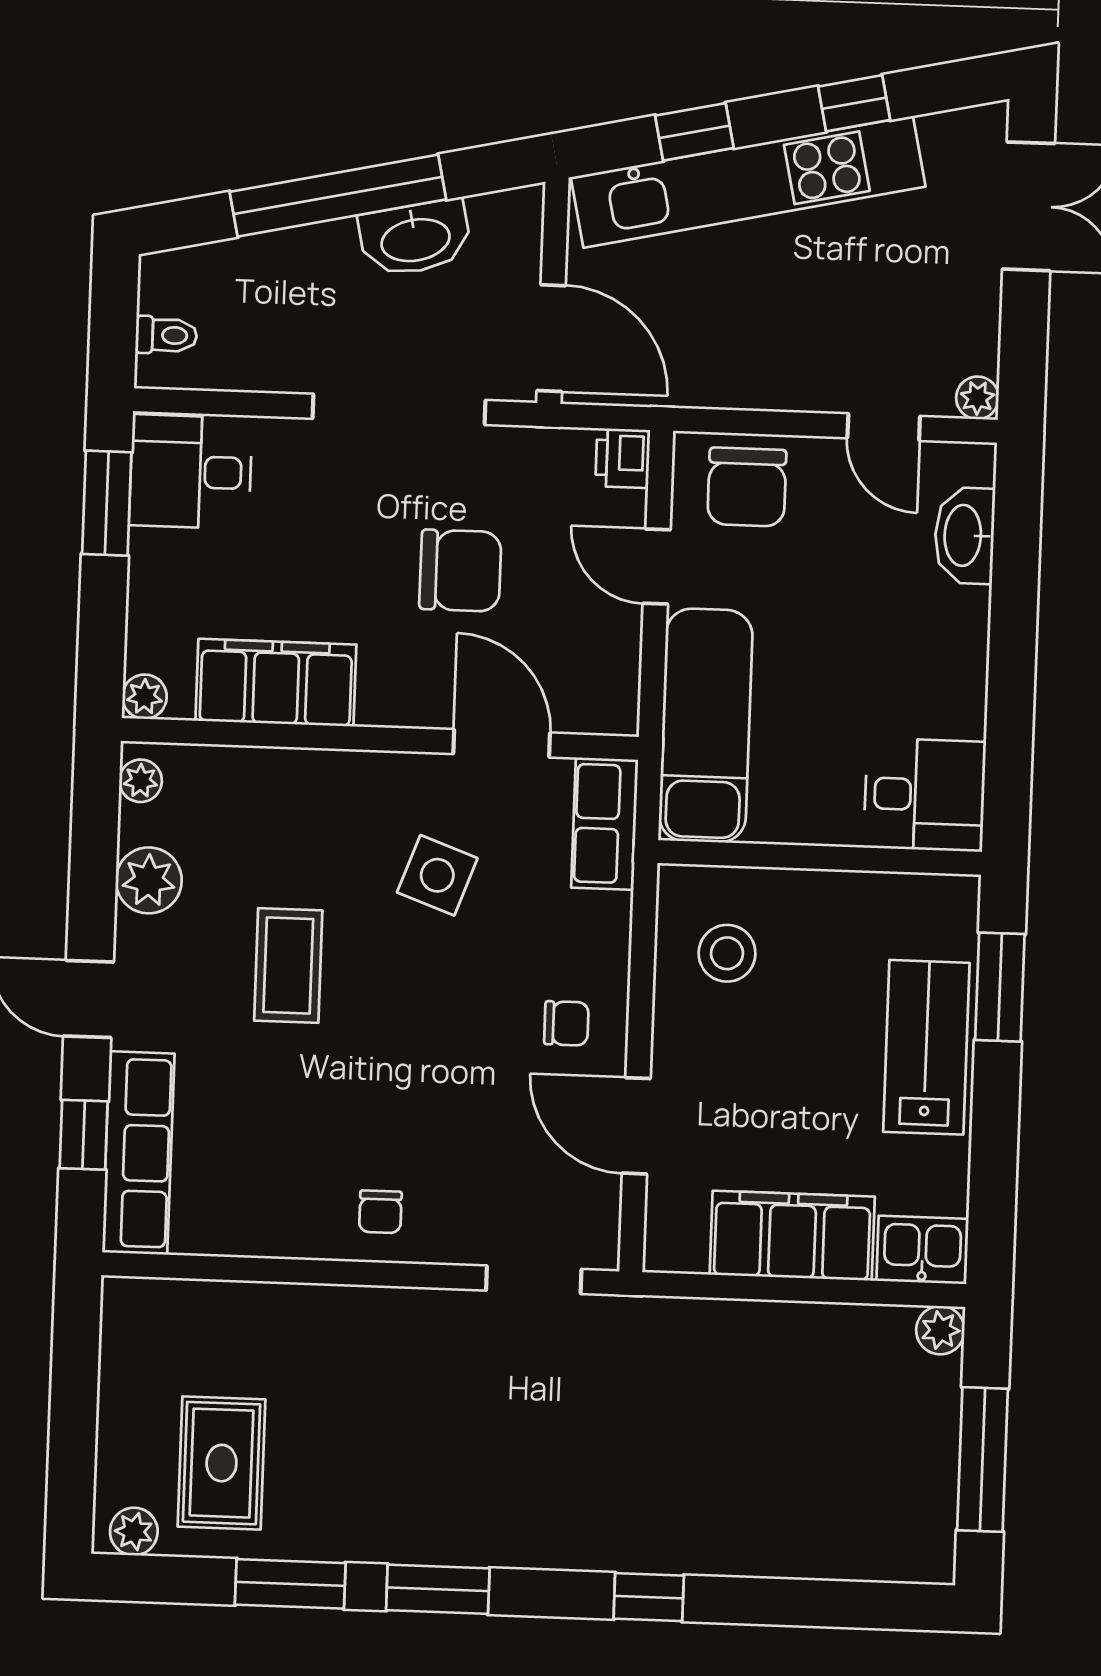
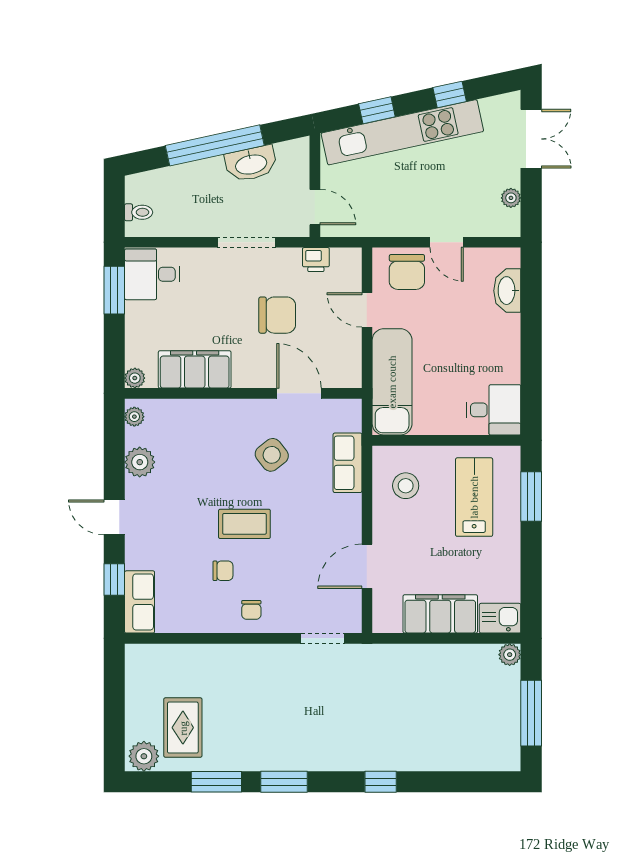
door: (551, 338) -> (315, 207), width x0.73
plant: (977, 398) -> (511, 198), moved
doorway: (399, 409) -> (246, 242), width x0.73
door: (884, 427) -> (447, 242), moved
printer: (623, 458) -> (316, 260), moved, turned -90
row of seats: (605, 824) -> (347, 463), moved
side table: (437, 875) -> (272, 455), turned 32
coffee table: (288, 965) -> (244, 524), moved, turned 90
chair: (566, 1023) -> (223, 571), moved
lab bench: (926, 1047) -> (474, 497), moved
door: (636, 1126) -> (367, 566), hinge flipped
row of seats: (138, 1153) -> (140, 602), width x0.68
plant: (134, 1532) -> (144, 756), width x1.38, depth x1.38

